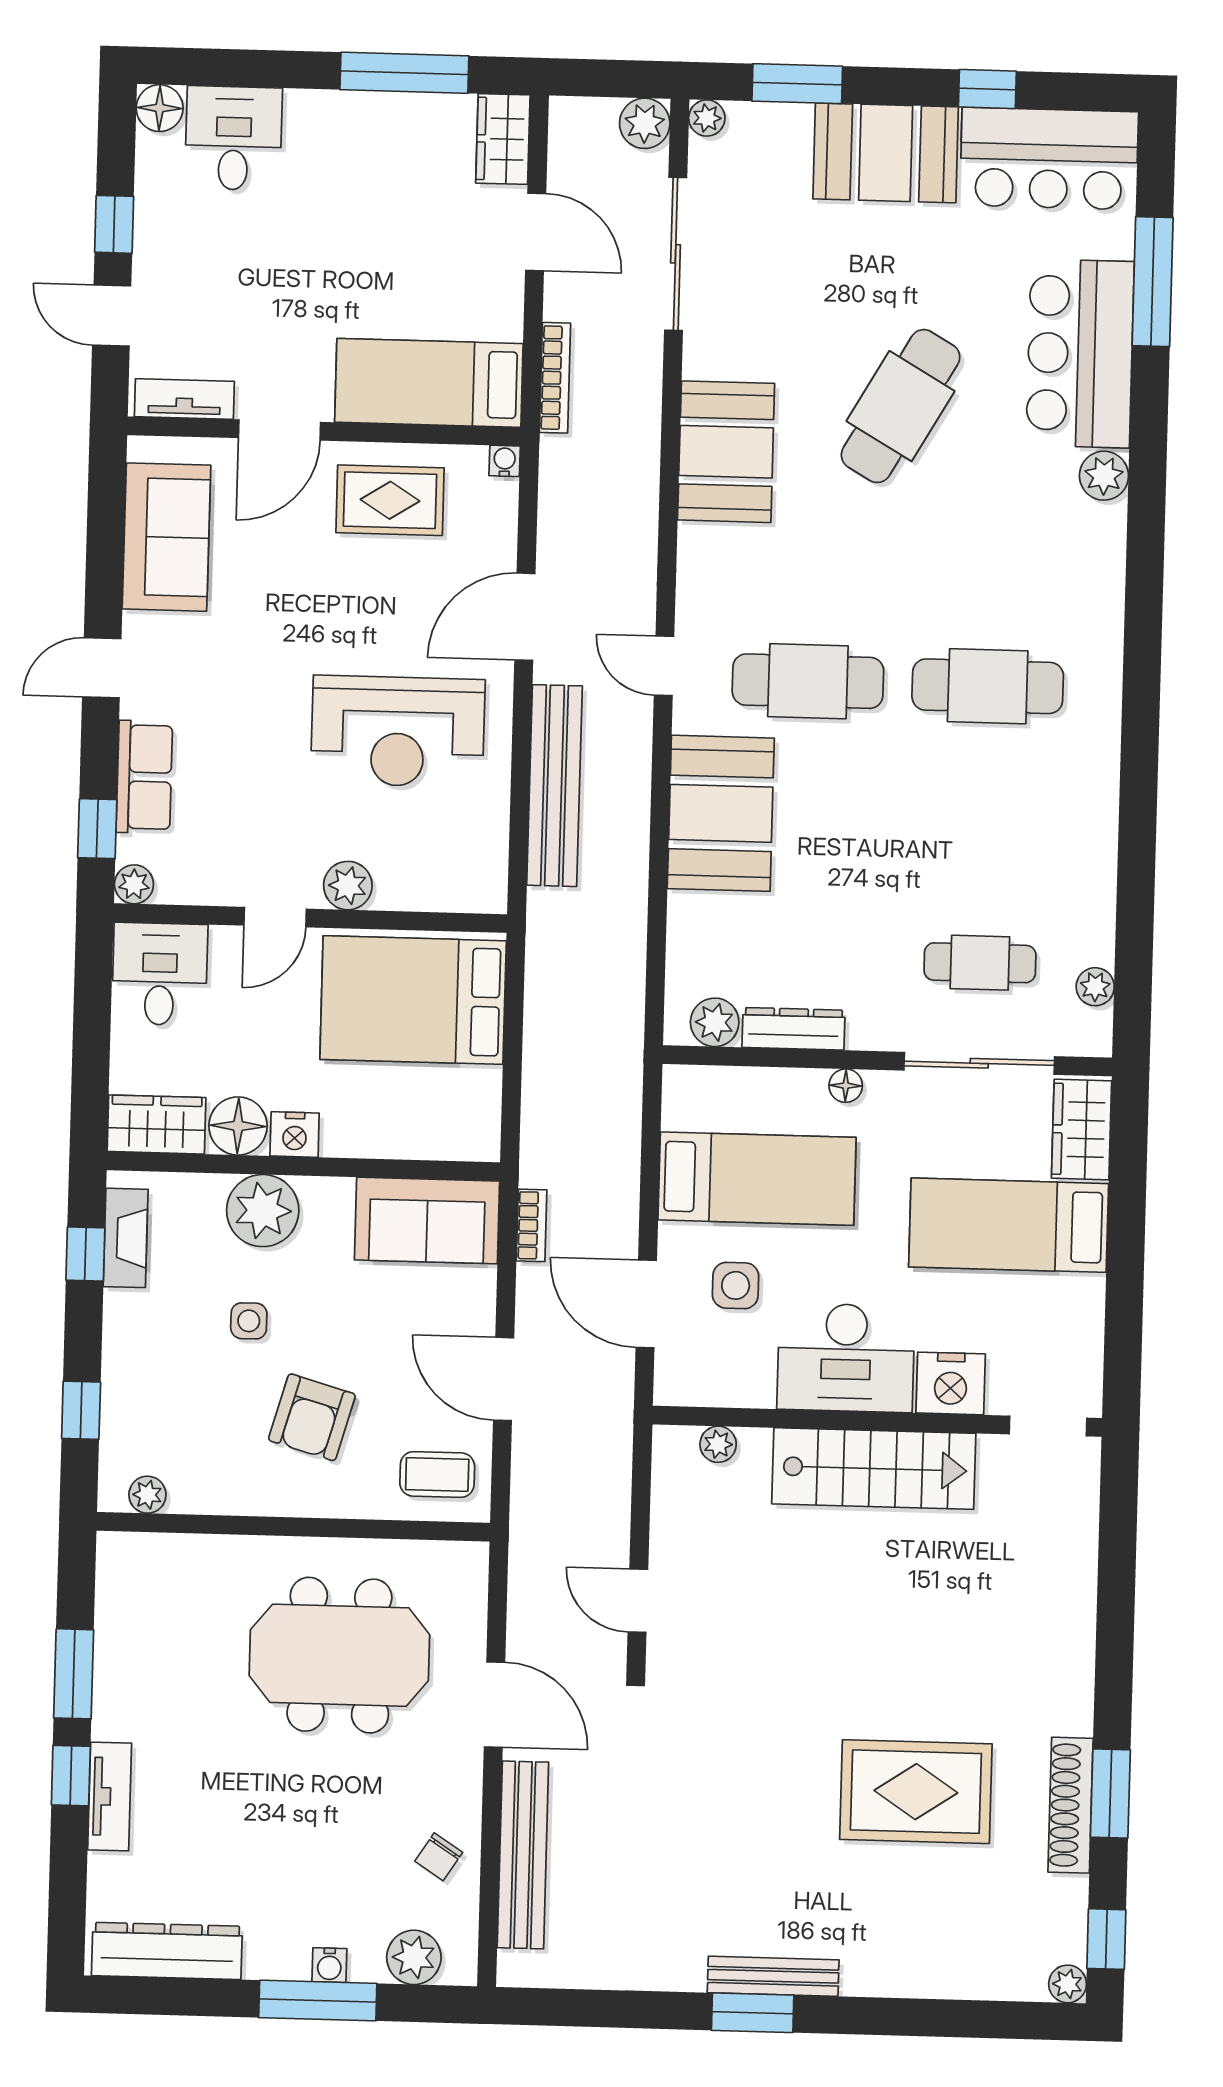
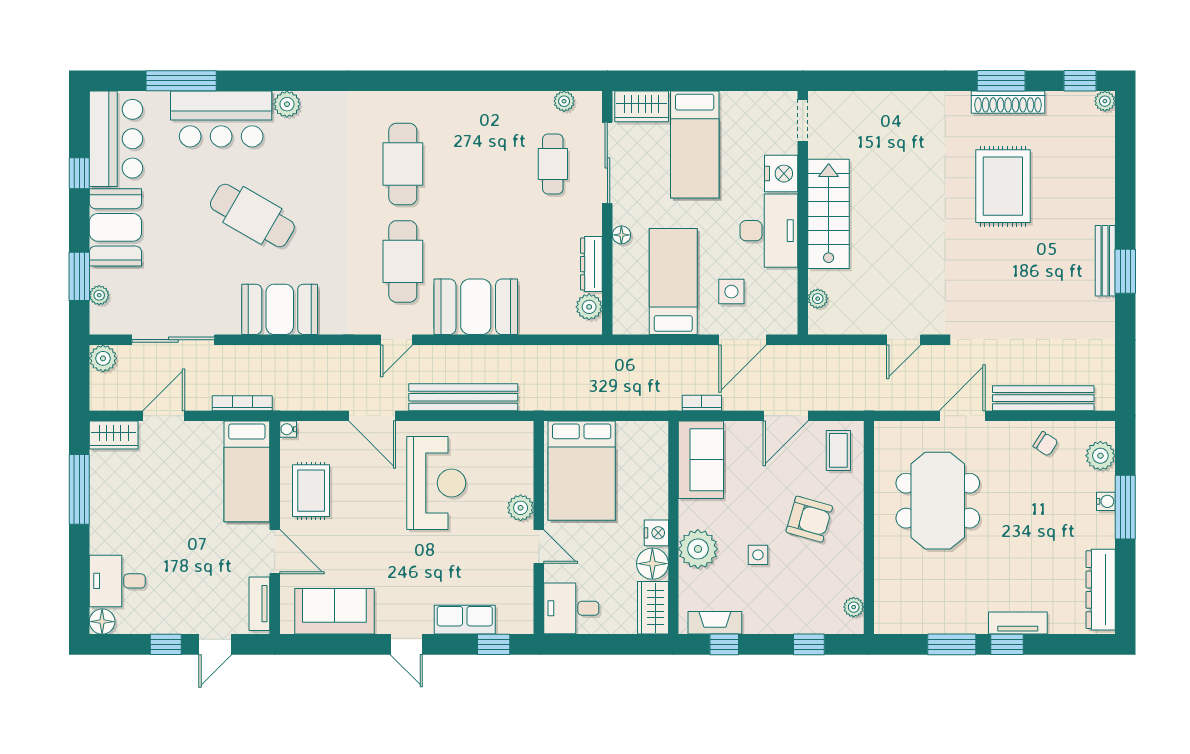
plant: (707, 118) -> (99, 295), moved
plant: (134, 884) -> (523, 624), removed

